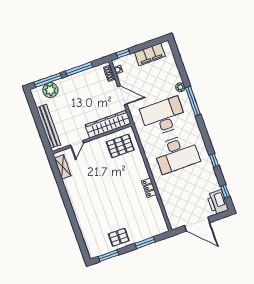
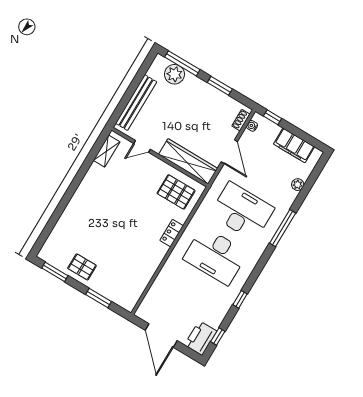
window: (79, 69) -> (220, 86), width x0.69
plant: (180, 87) -> (298, 185), moved
locker: (149, 188) -> (172, 233), moved

